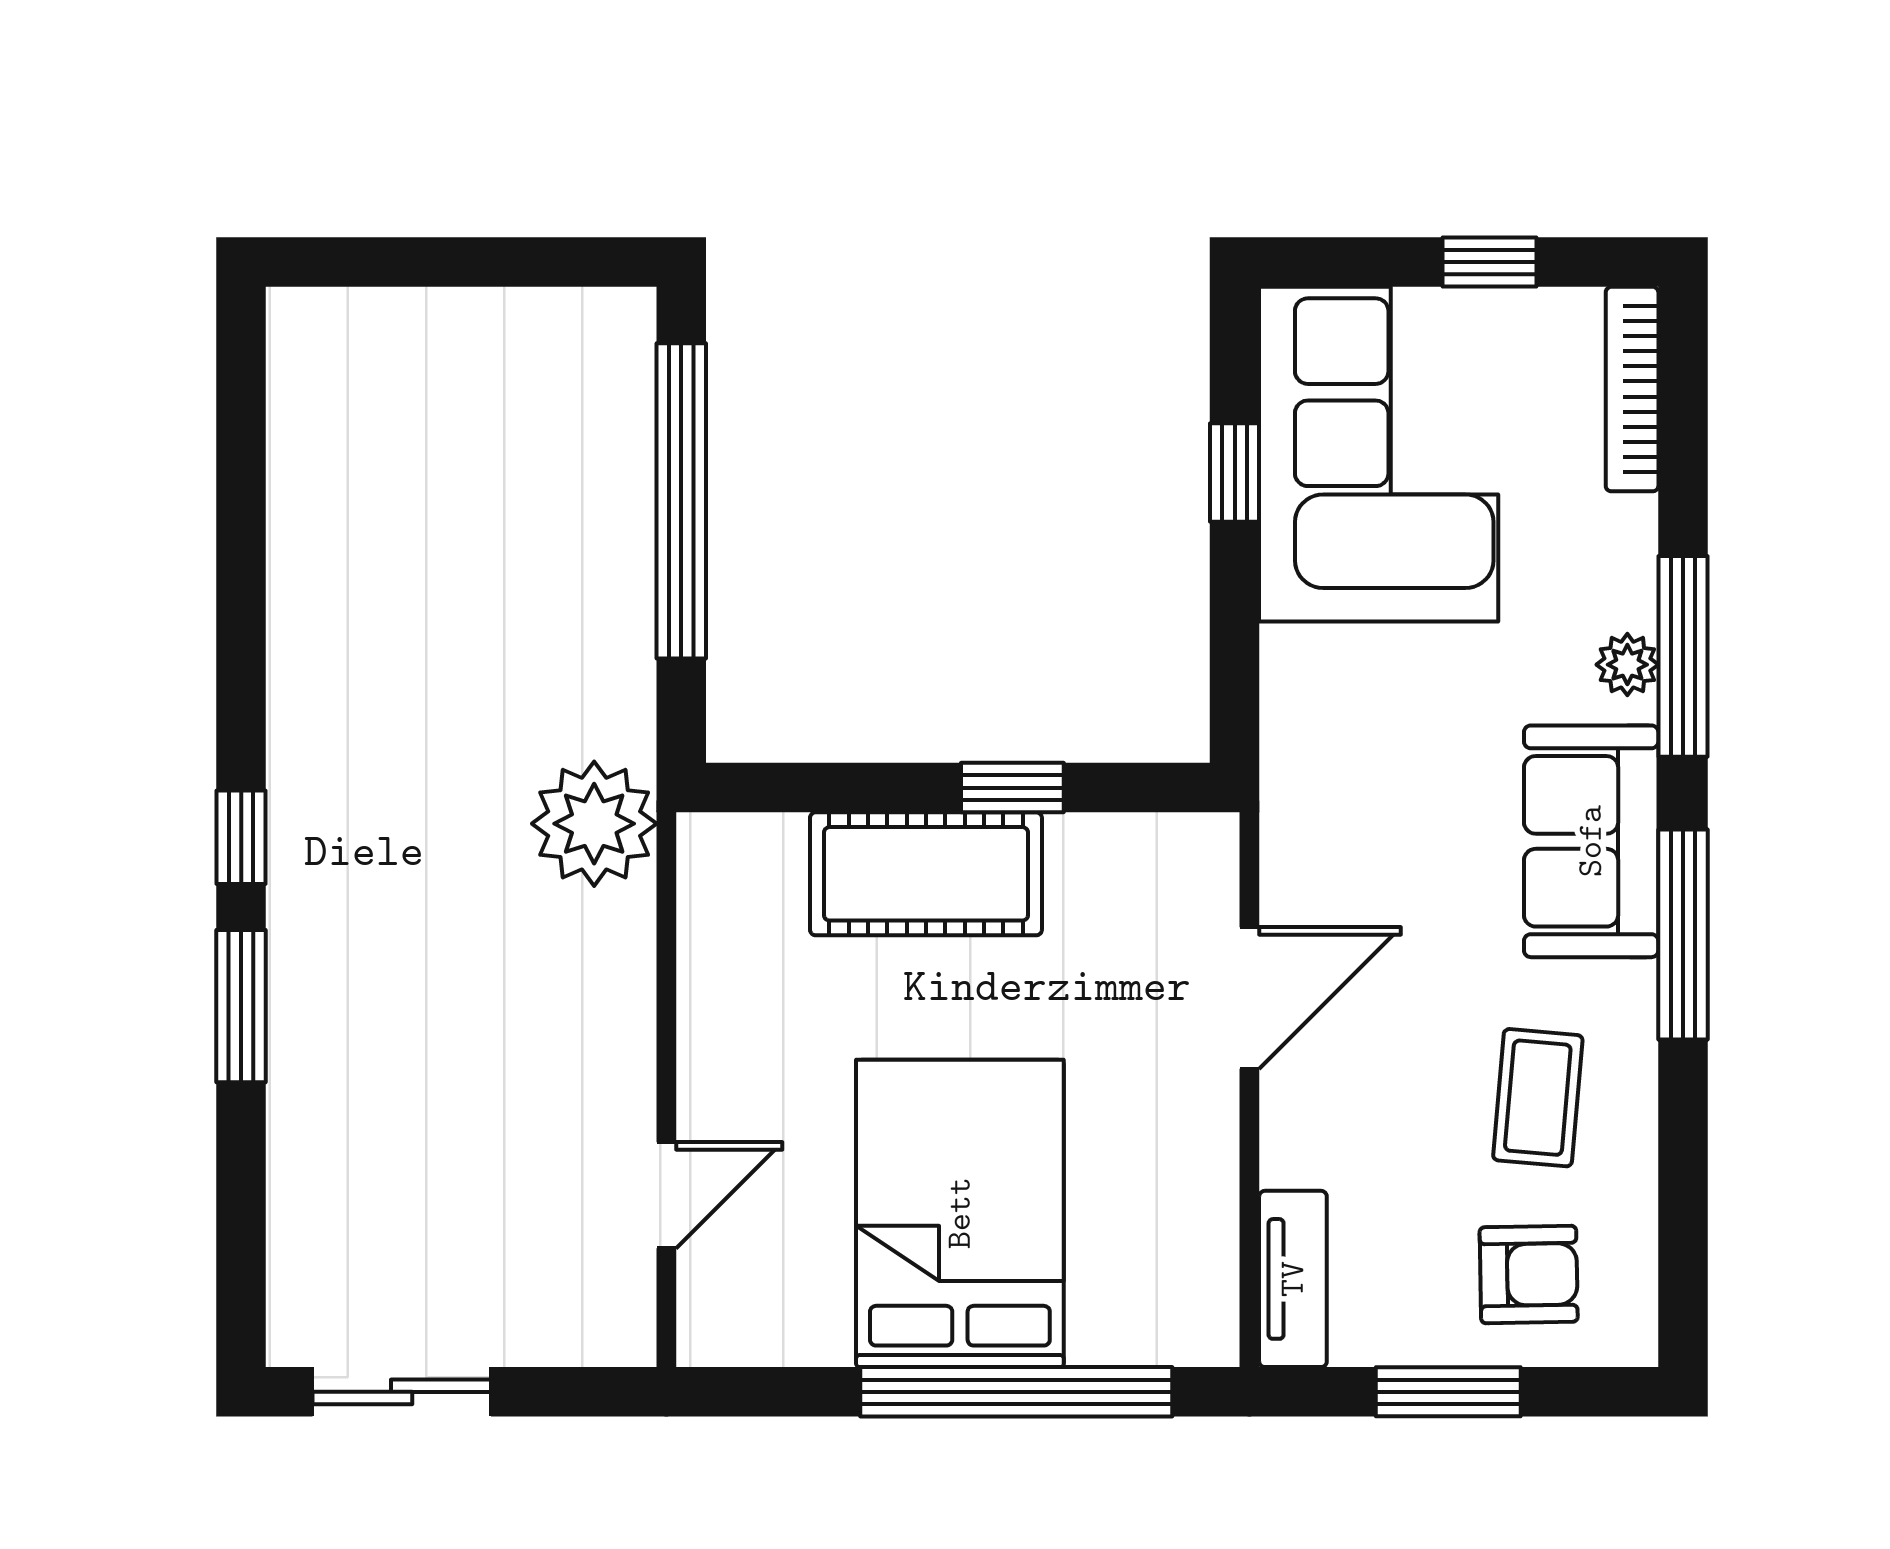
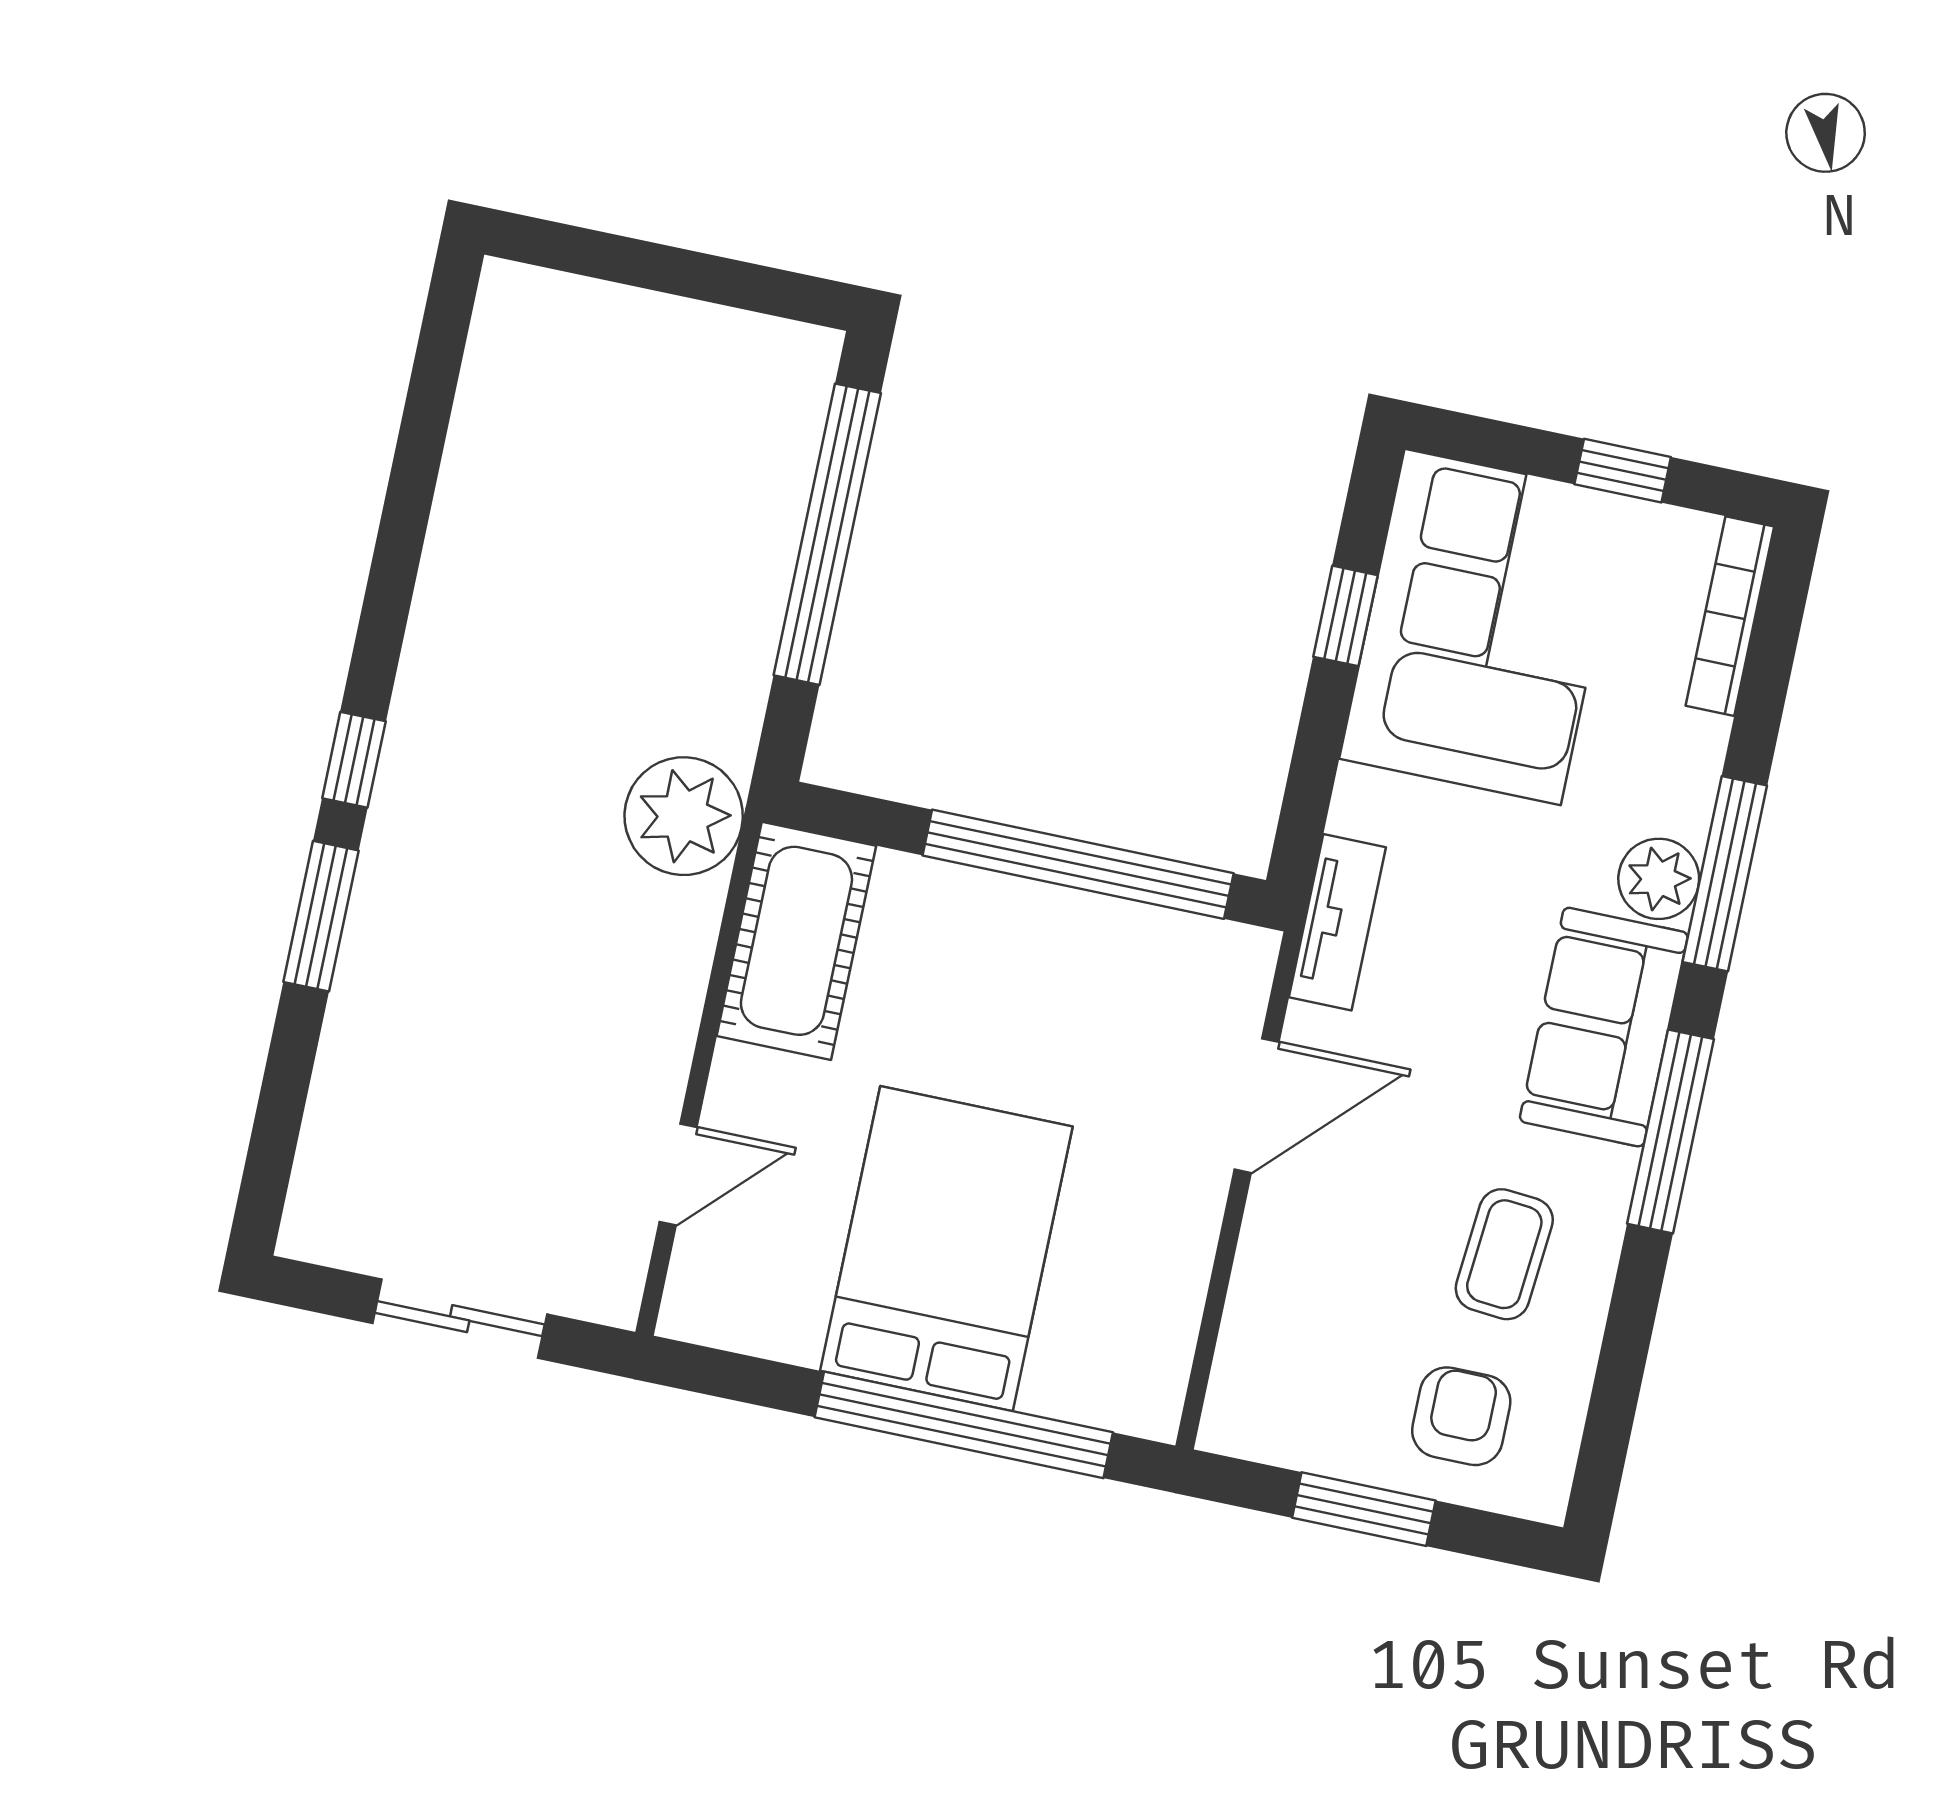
plant: (1627, 665) -> (1659, 879), width x1.38, depth x1.38
window: (1012, 788) -> (1078, 864), width x3.17
cot: (926, 874) -> (796, 941), moved, turned 90
armchair: (1529, 1275) -> (1461, 1416), turned -89
tv unit: (1293, 1279) -> (1337, 922), moved
sliding door: (402, 1392) -> (460, 1319), moved

